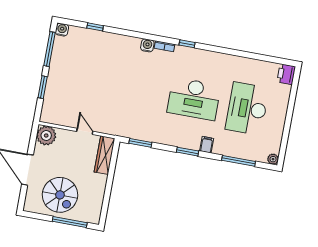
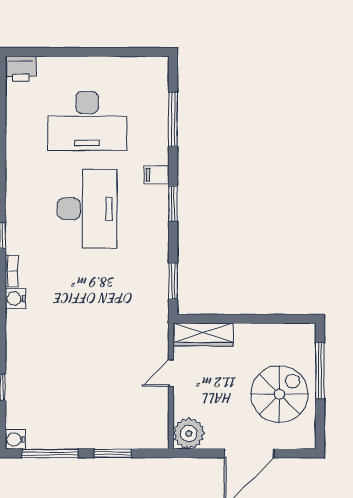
plant: (273, 159) -> (160, 65), removed

